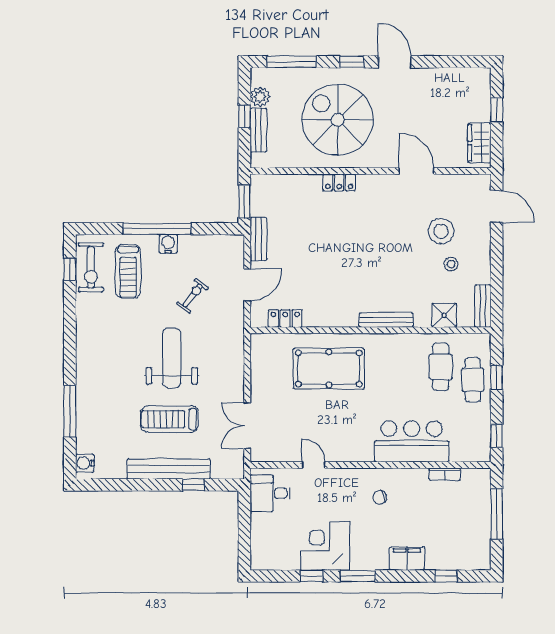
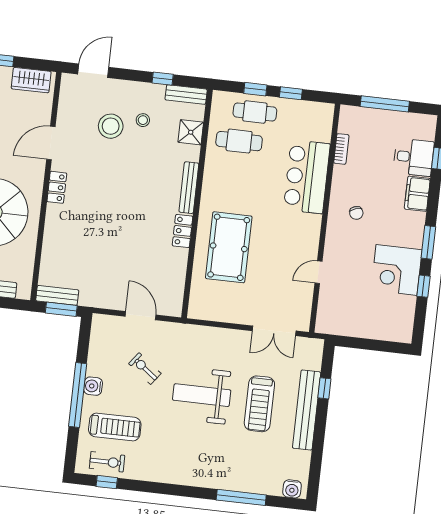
locker: (339, 182) -> (57, 187), moved
bench: (258, 239) -> (57, 295), moved
exercise bike: (91, 267) -> (107, 462), width x0.73, depth x0.72
window: (497, 280) -> (163, 79), added
locker: (285, 319) -> (183, 231), moved
window: (497, 436) -> (291, 93), moved
desk: (270, 493) -> (414, 157), moved, turned -90

